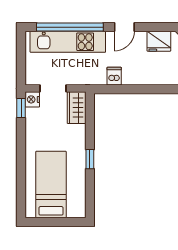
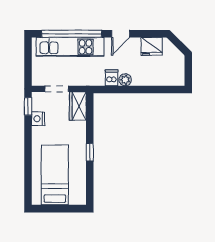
plant: (129, 78) -> (125, 80), added
nightstand: (32, 99) -> (38, 119), moved

